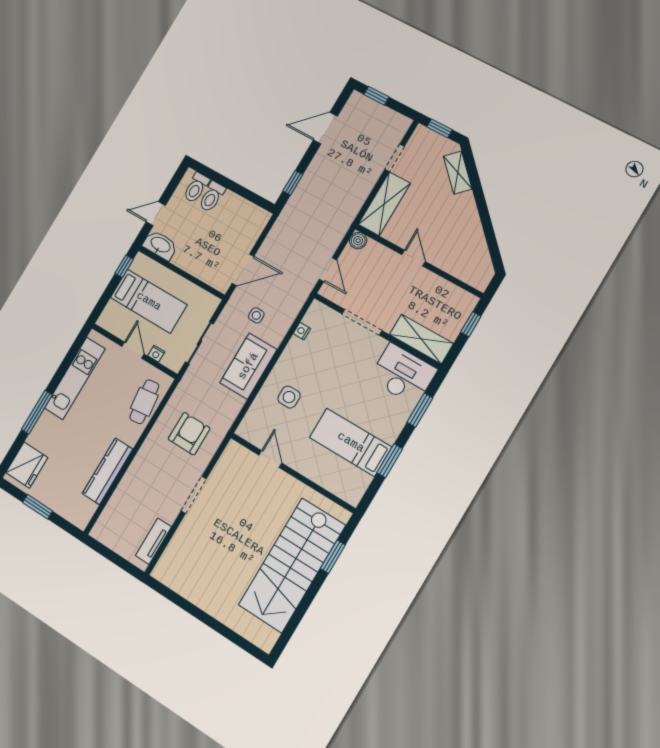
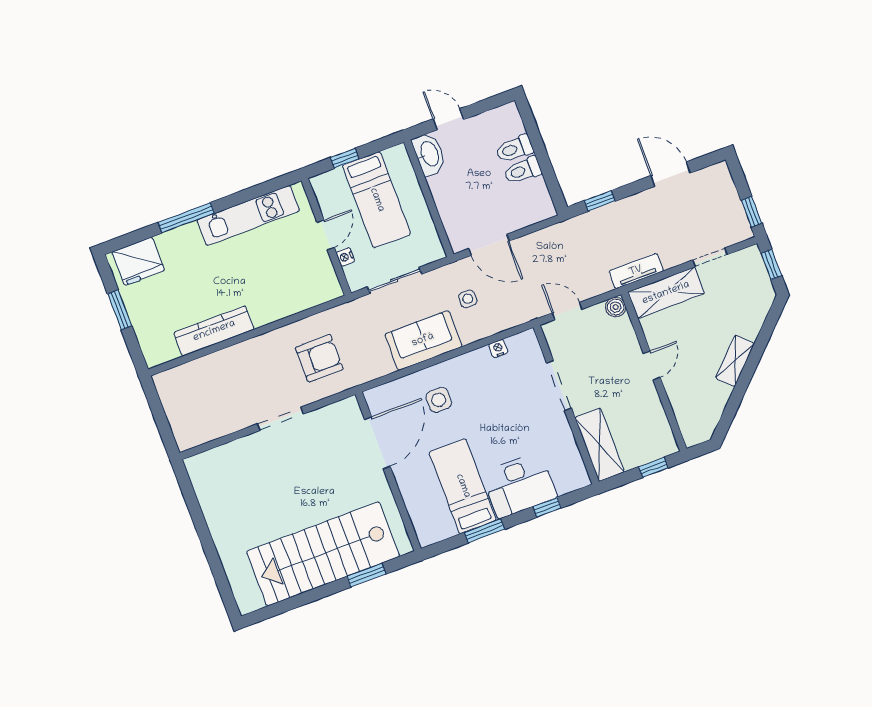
window: (376, 96) -> (752, 212), moved
shelving: (458, 173) -> (735, 361), moved
toilet: (196, 188) -> (523, 170), moved
window: (124, 266) -> (345, 158), moved
door: (328, 270) -> (567, 311), swing flipped
desk: (403, 374) -> (519, 485), moved, turned 90
cafe table: (144, 402) -> (299, 293), removed
window: (420, 410) -> (547, 507), width x0.67
door: (270, 459) -> (377, 443), width x1.87
tv unit: (153, 541) -> (636, 271), moved

